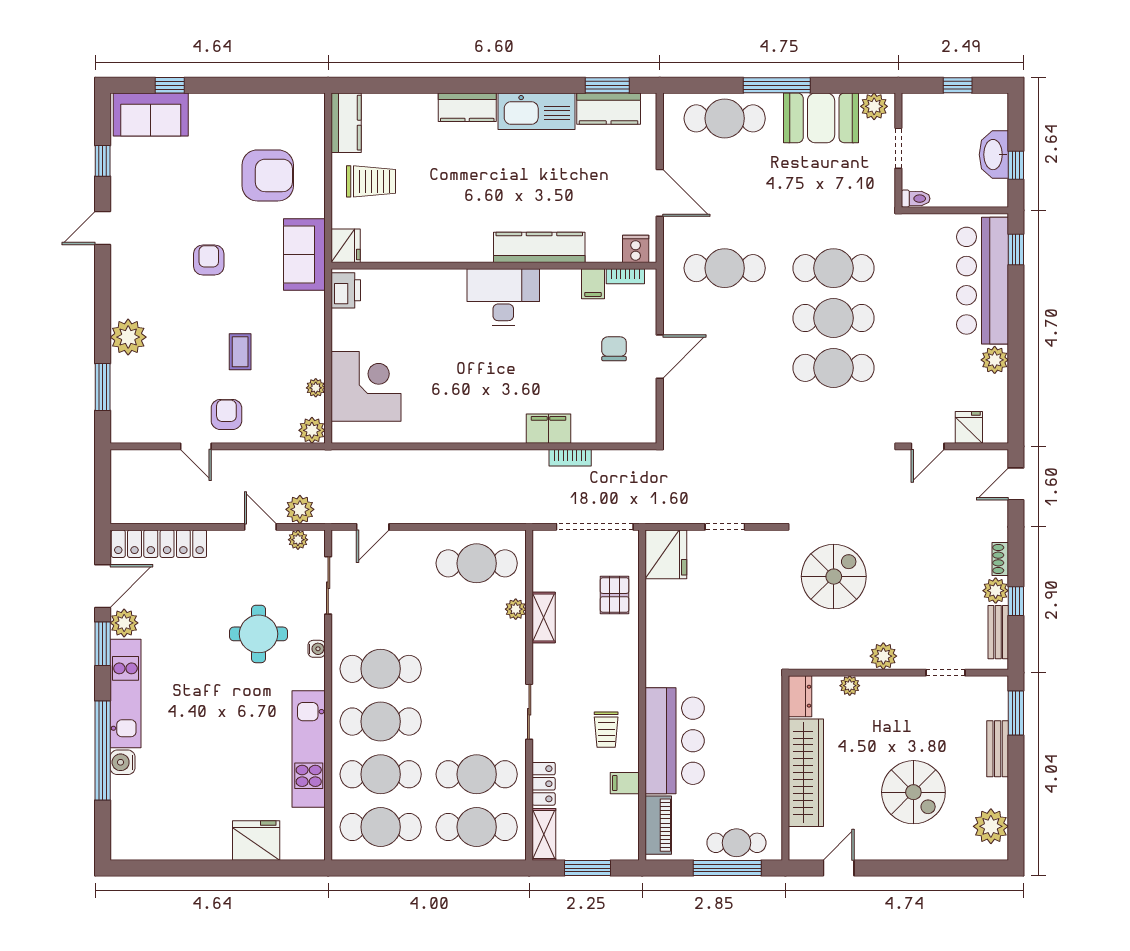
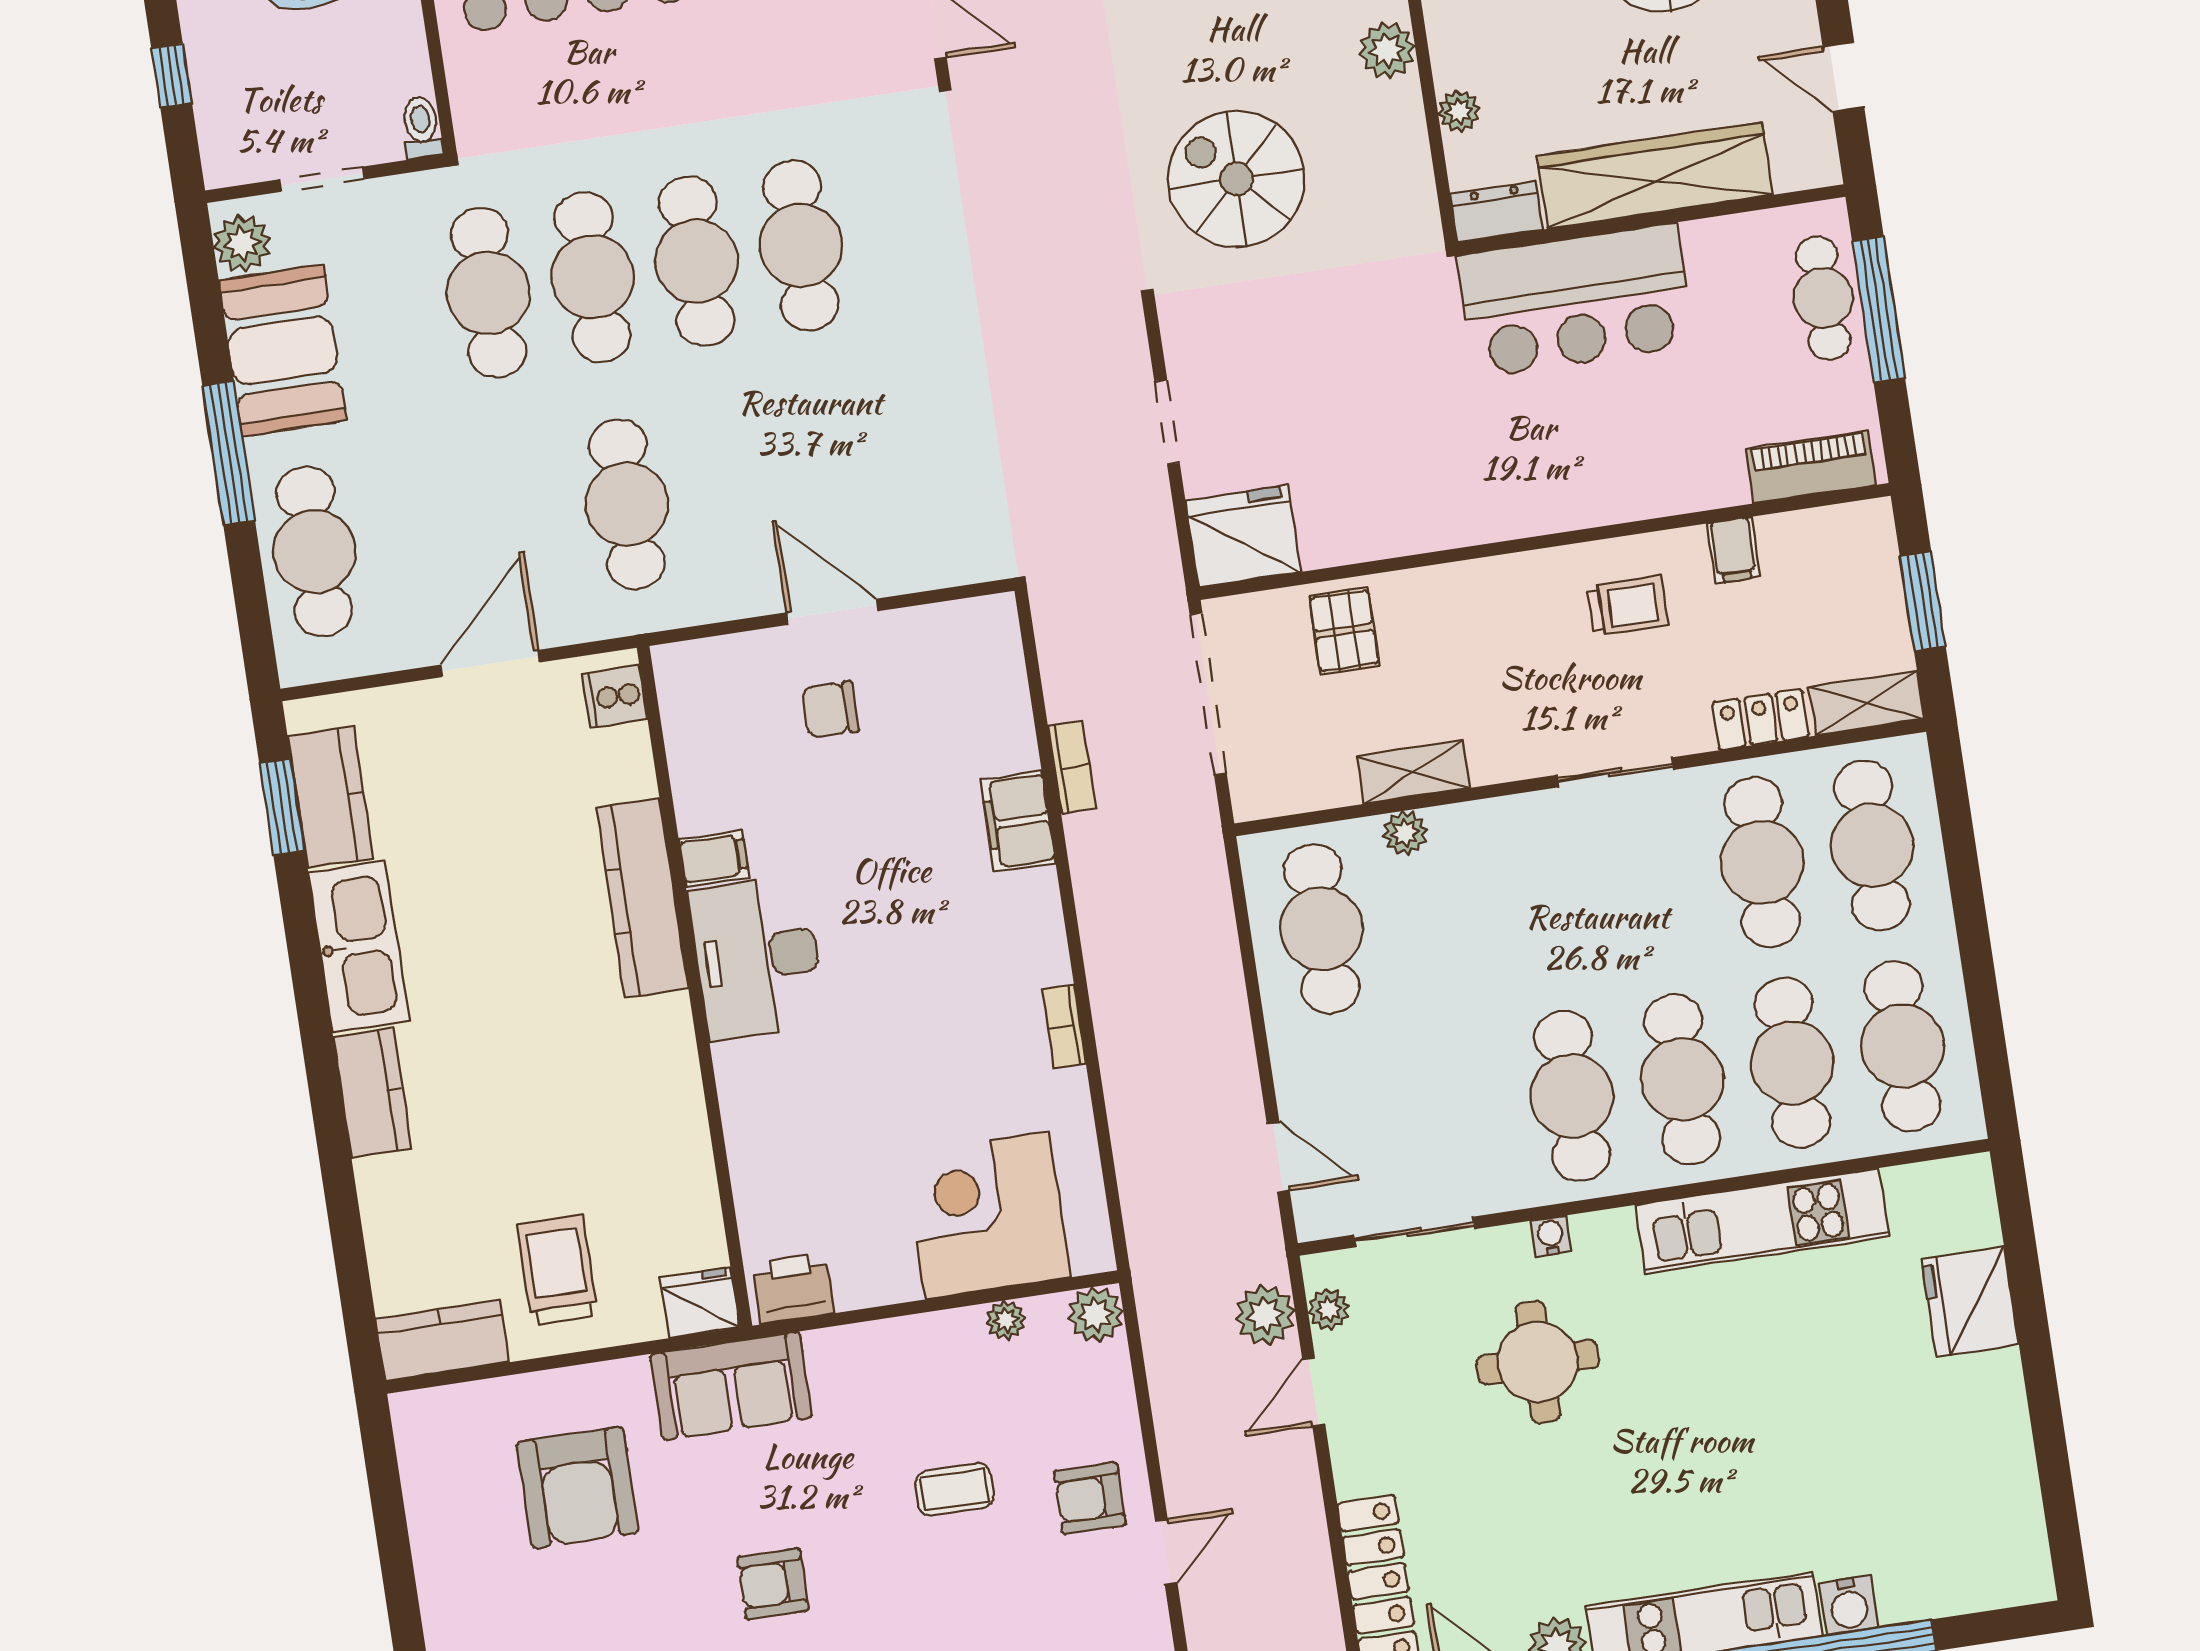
armchair: (268, 175) -> (578, 1487), turned 180
cafe table: (834, 218) -> (488, 293), added
bookcase: (625, 276) -> (1064, 1027), moved, turned 180
filing cabinet: (593, 284) -> (714, 858), moved
pallet: (615, 595) -> (1344, 631), turned 90
bar counter: (675, 741) -> (1576, 301), moved, turned 180

